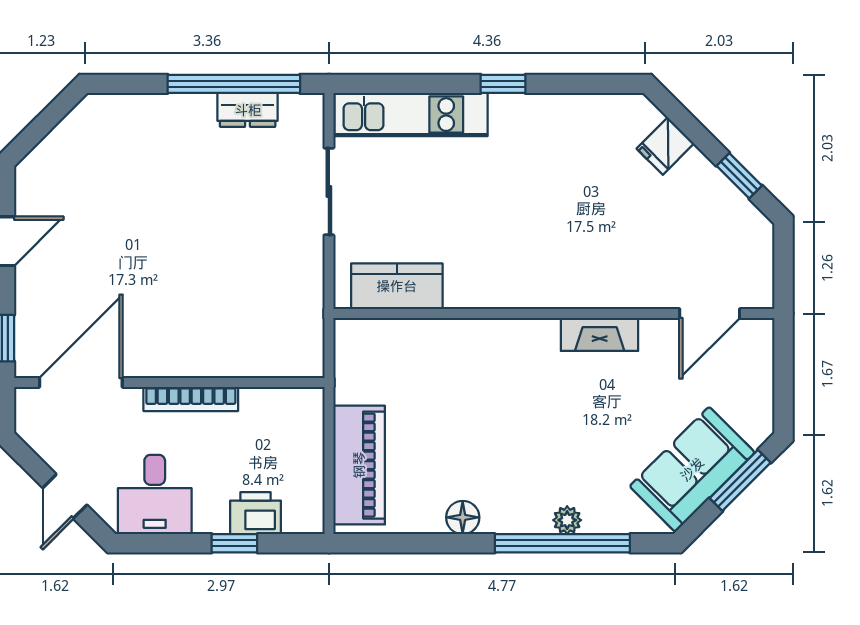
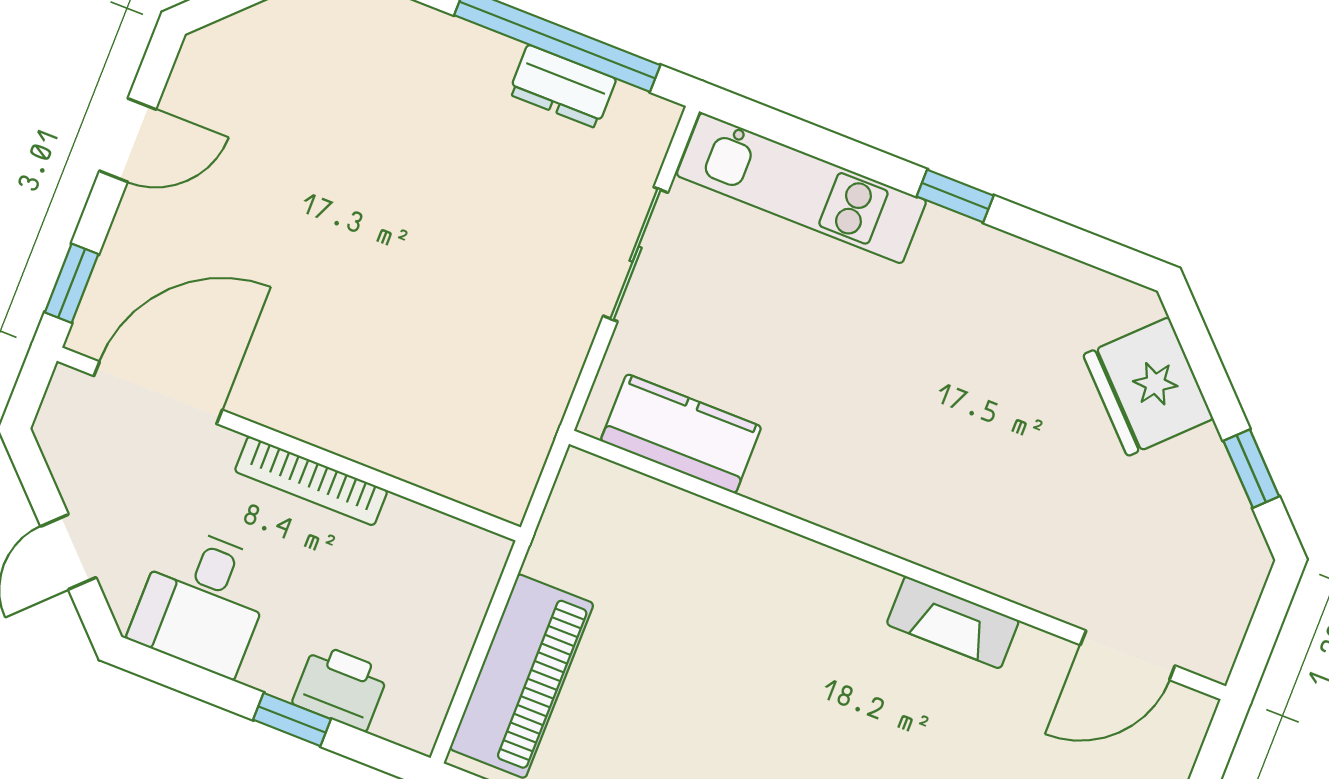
fridge: (665, 146) -> (1148, 387), width x1.88, depth x1.34

